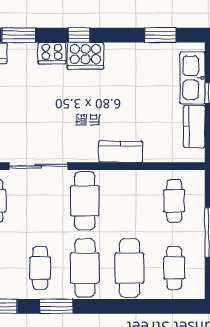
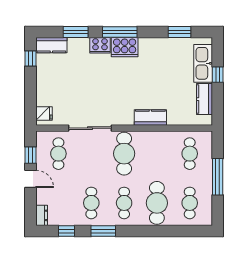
window: (79, 35) -> (120, 32), width x2.17
cafe table: (85, 268) -> (124, 203), width x0.73, depth x0.74

